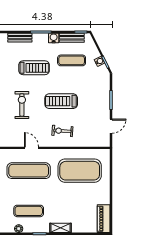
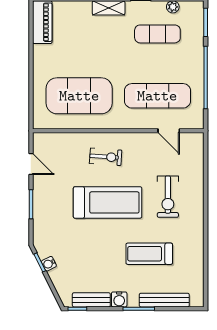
bench: (20, 38) -> (164, 300), width x1.36
exercise mat: (72, 60) -> (92, 265), removed
treadmill: (61, 101) -> (108, 202), width x1.37, depth x1.37
door: (111, 126) -> (31, 164), swing flipped
door: (31, 148) -> (169, 131), moved

